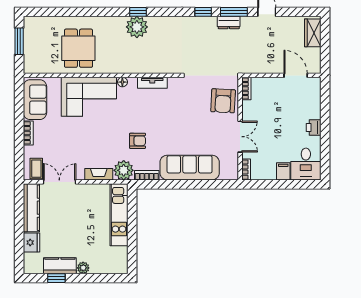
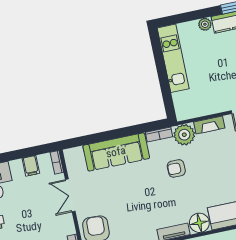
floor lamp: (122, 82) -> (199, 223), width x1.89, depth x1.89
filing cabinet: (283, 171) -> (31, 166), moved
kitchen unit: (119, 215) -> (173, 58), moved

